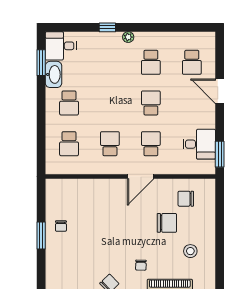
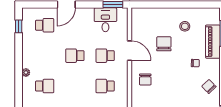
window: (107, 27) -> (19, 26), moved
school desk: (151, 62) -> (45, 86), moved
door: (141, 177) -> (129, 51), moved
chair: (186, 199) -> (145, 80), moved

